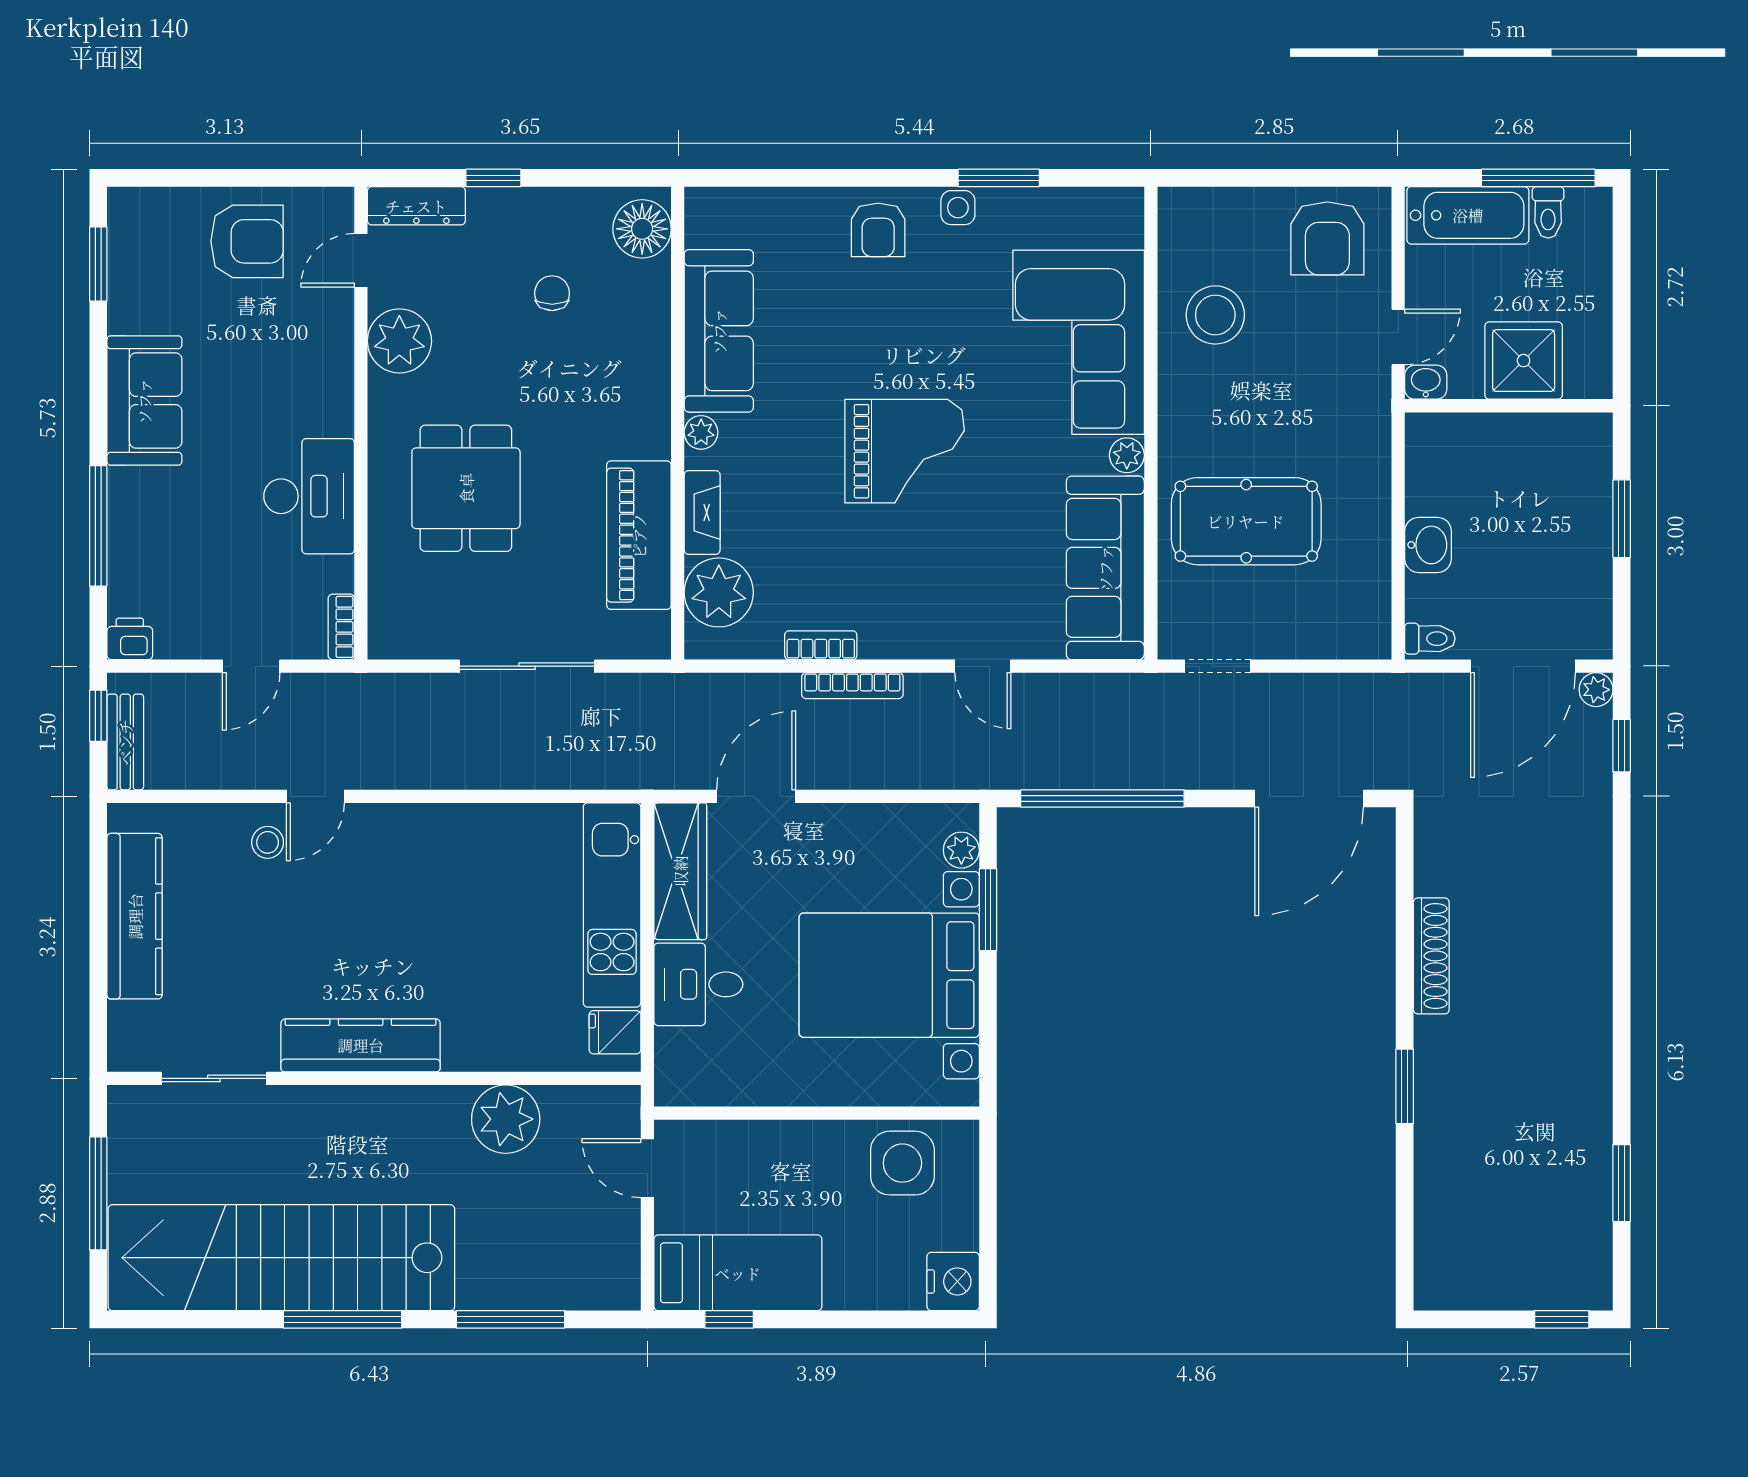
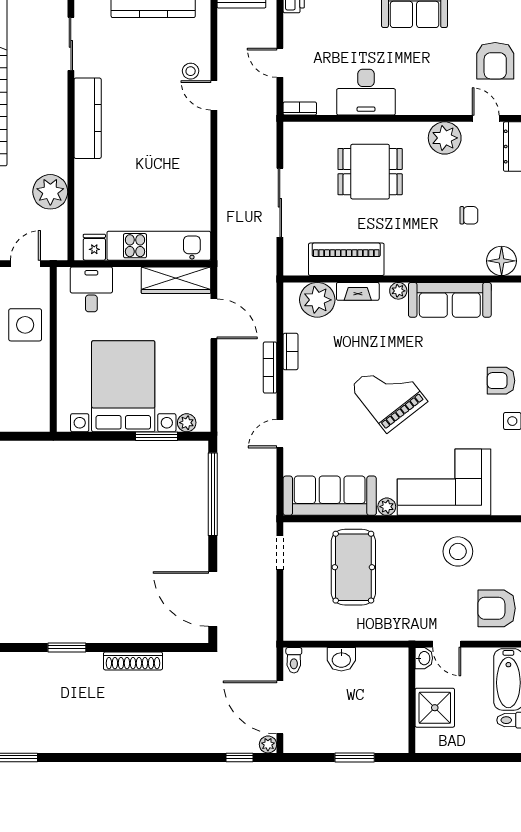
grand piano: (905, 451) -> (389, 394), turned 142
desk: (698, 984) -> (91, 289), moved
side table: (902, 1163) -> (25, 325), moved

